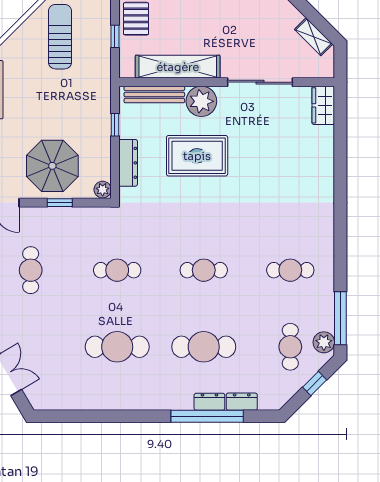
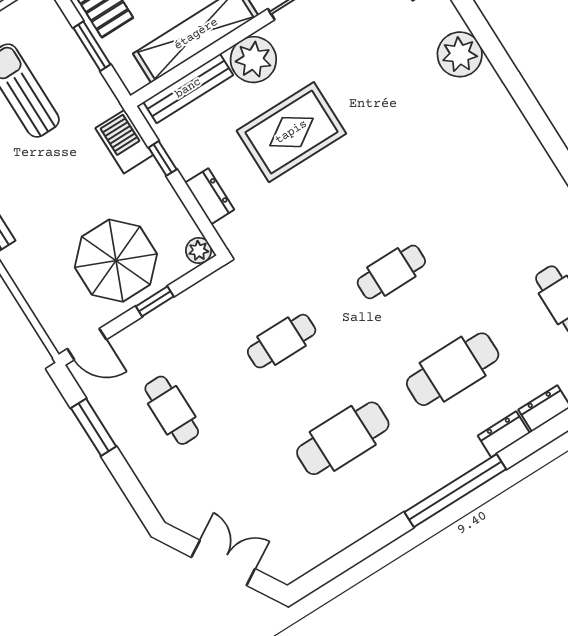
window: (115, 36) -> (92, 46), width x1.50
barbecue: (99, 102) -> (124, 142), added
dresser: (128, 163) -> (210, 196), width x0.70
plant: (320, 172) -> (460, 54), added
cafe table: (290, 270) -> (501, 203), removed
window: (207, 416) -> (455, 491), moved

